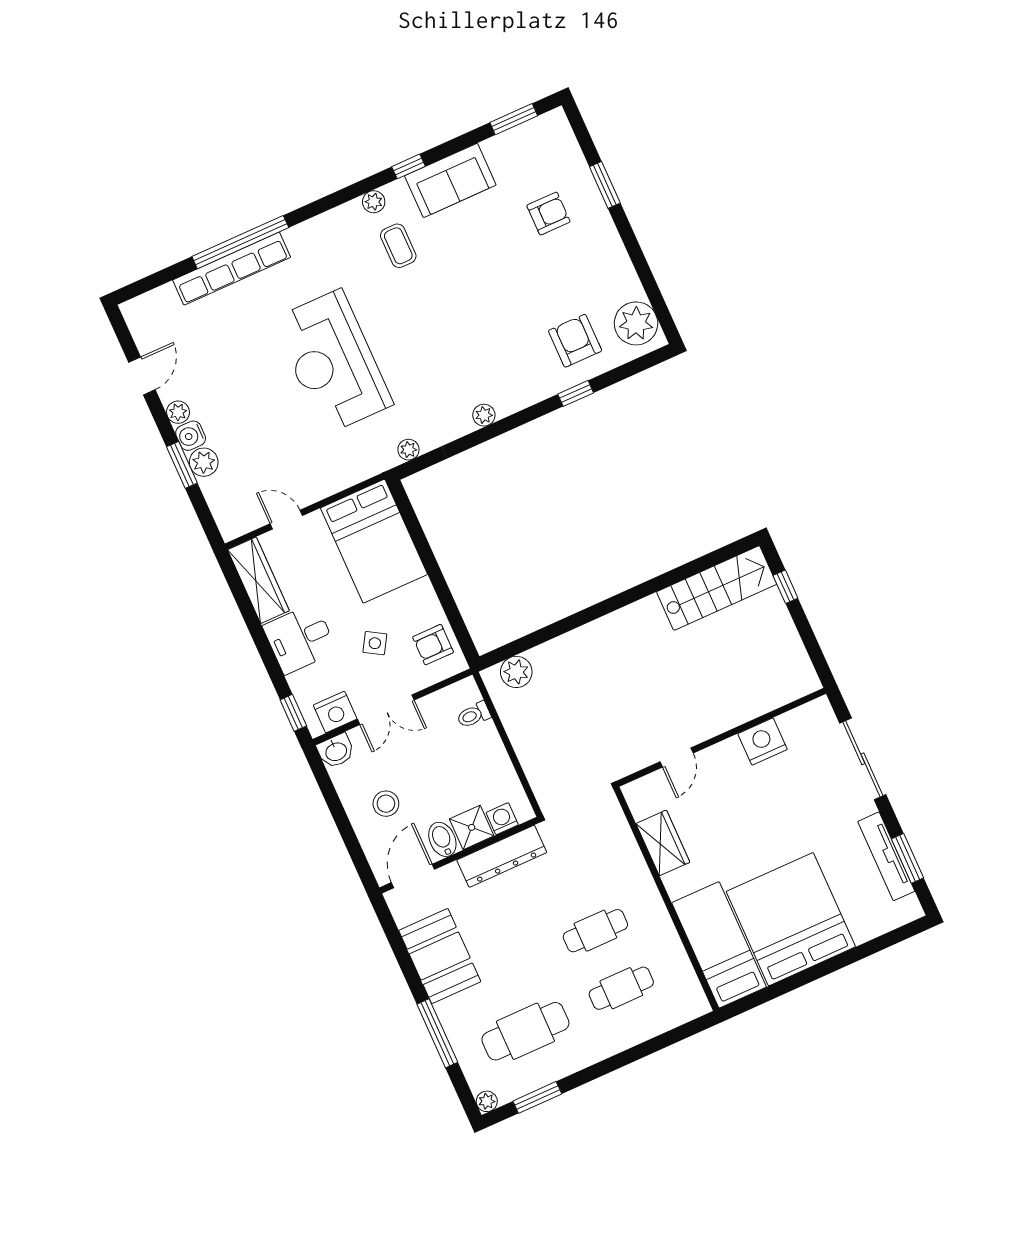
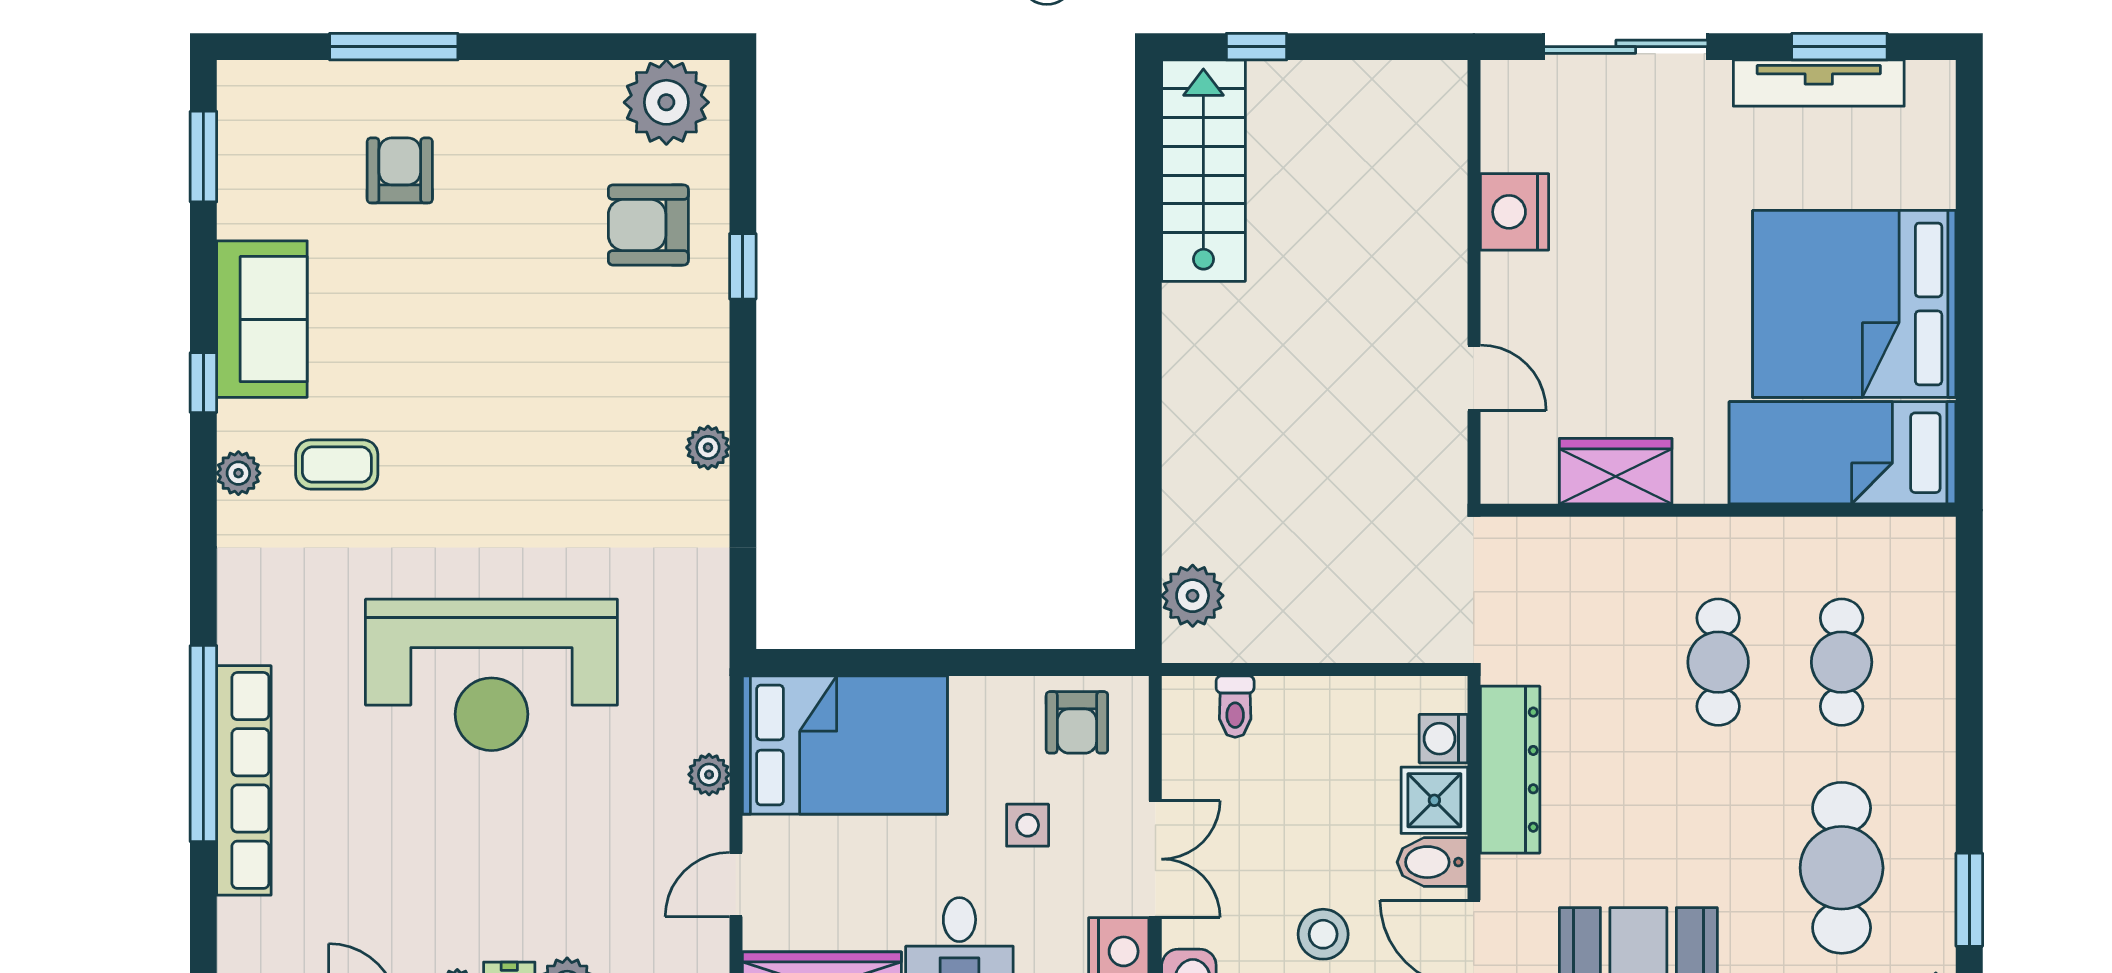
window: (605, 185) -> (394, 47), width x1.44
plant: (408, 450) -> (709, 775), moved
side table: (375, 643) -> (1028, 825), turned -31

